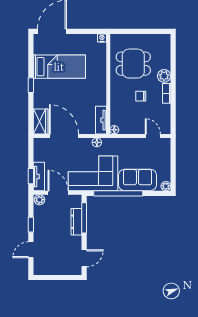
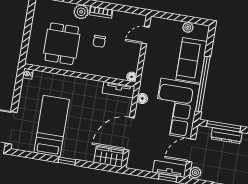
plant: (166, 186) -> (188, 27), moved

